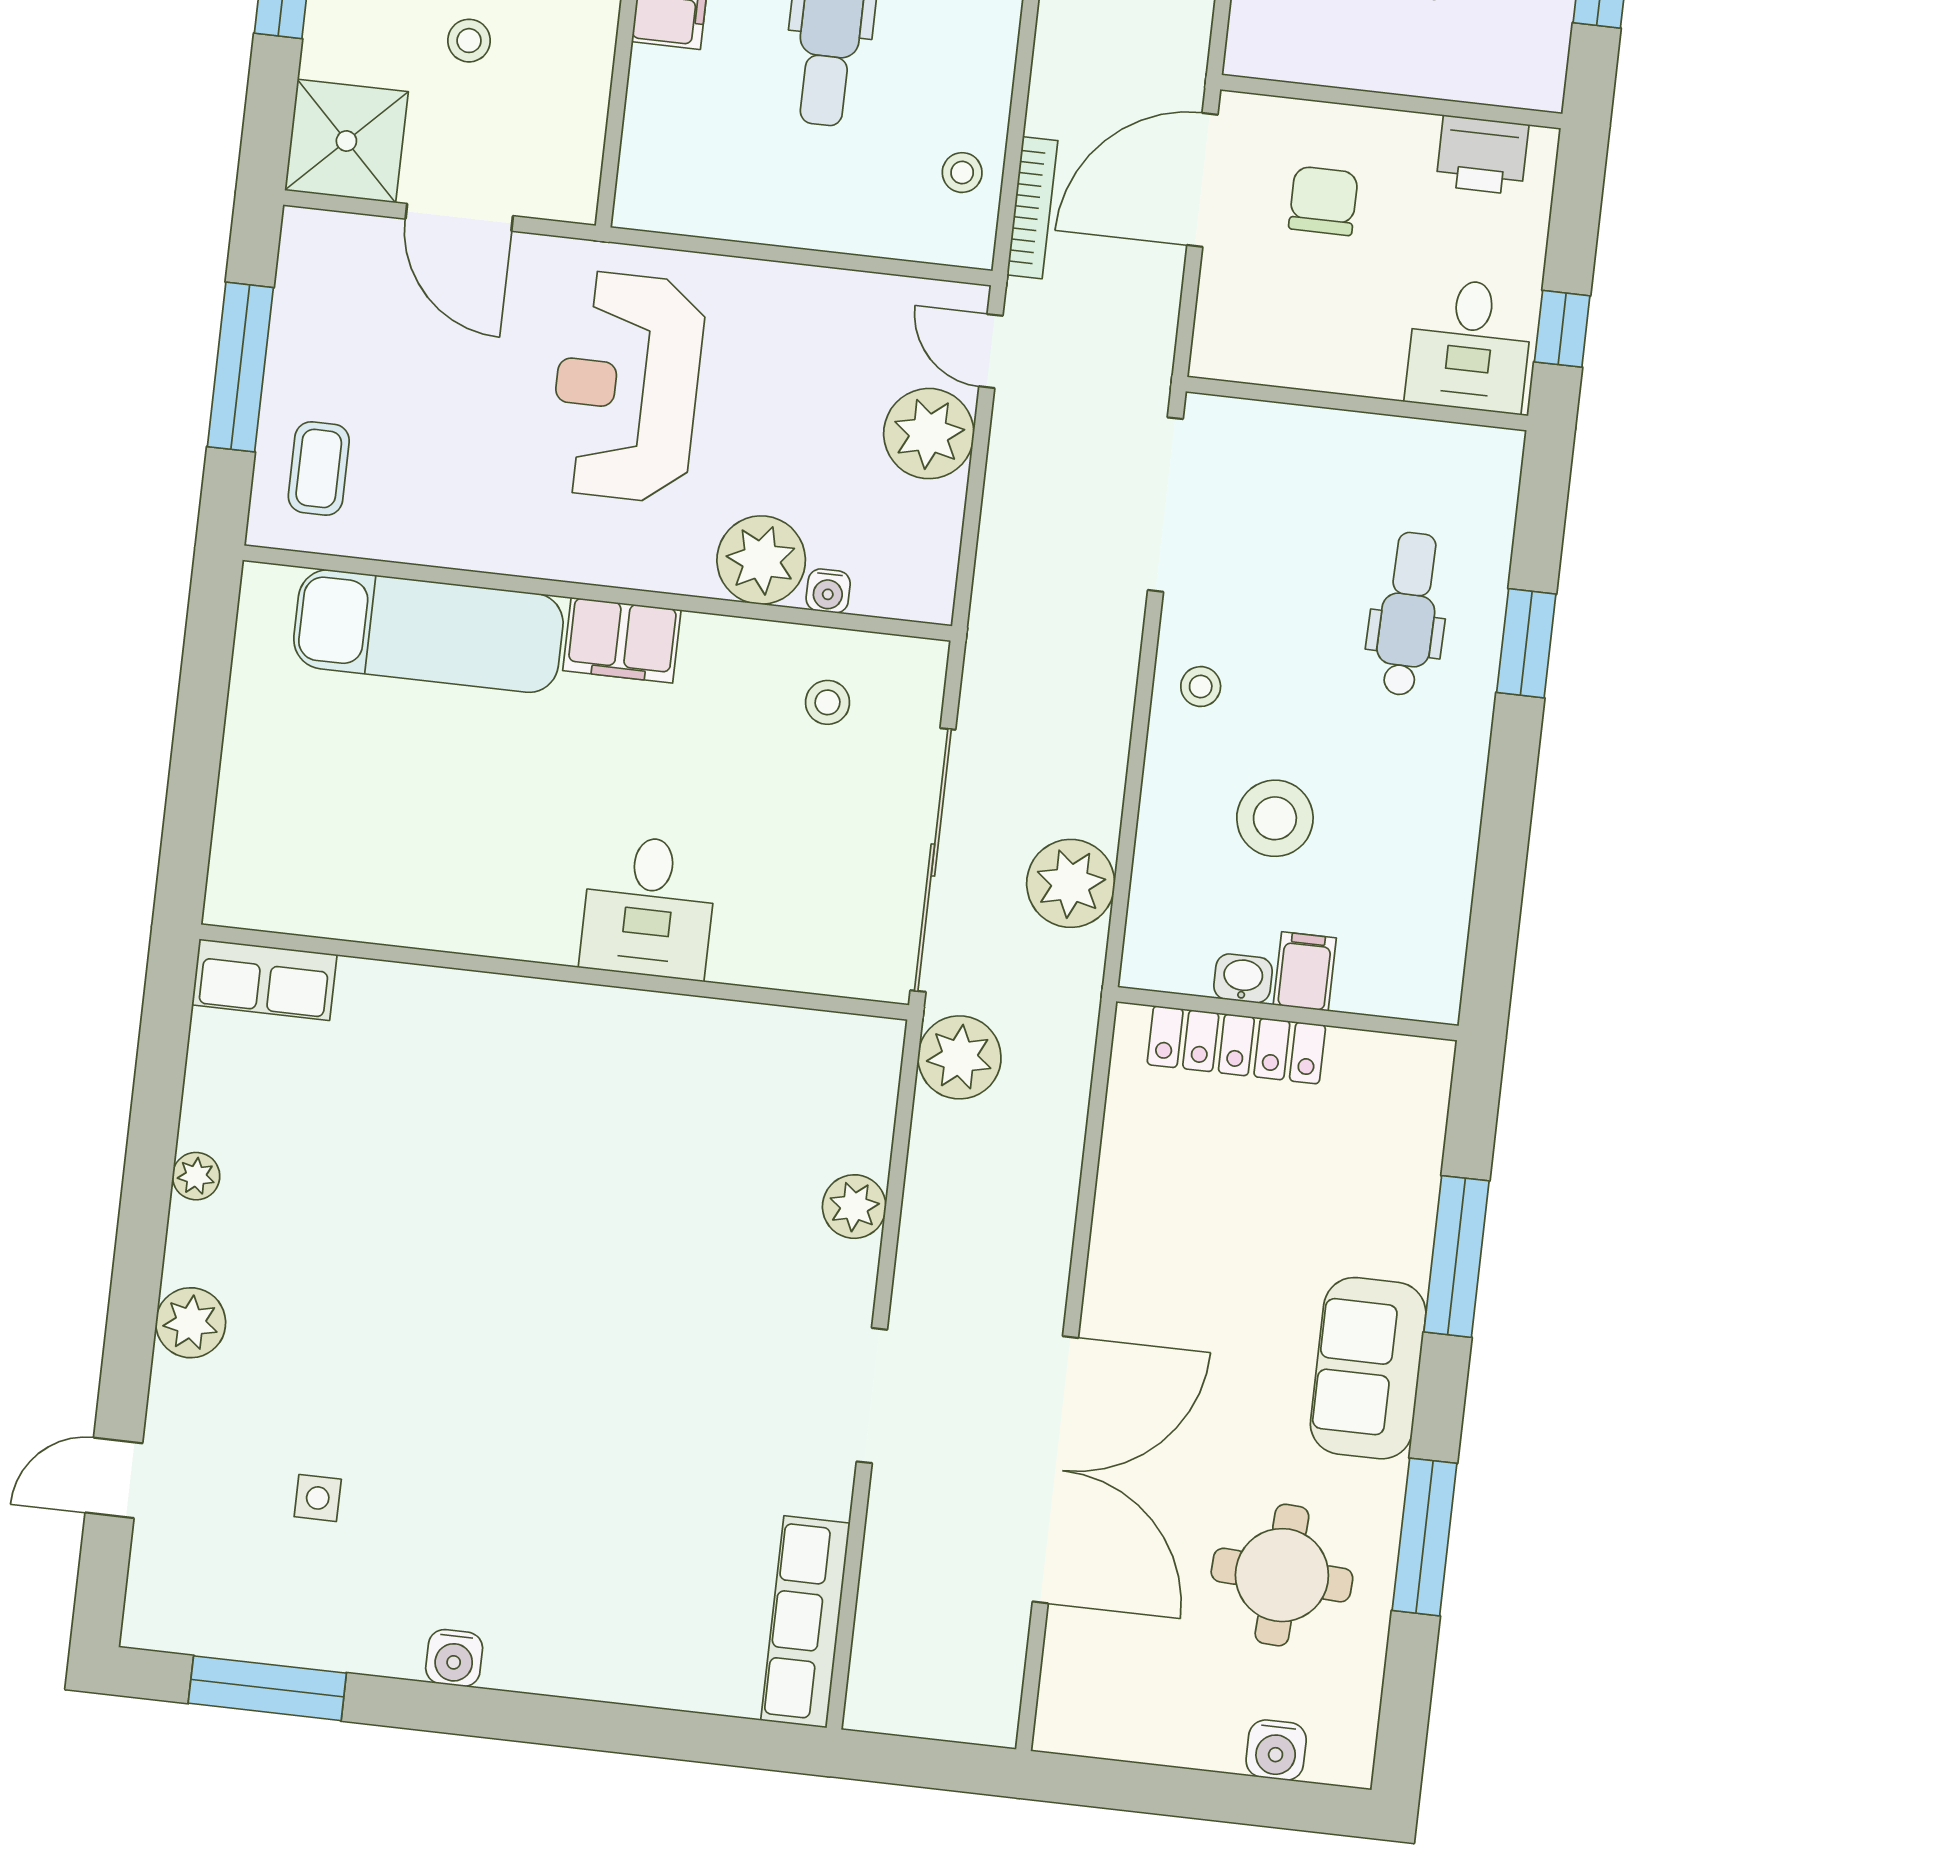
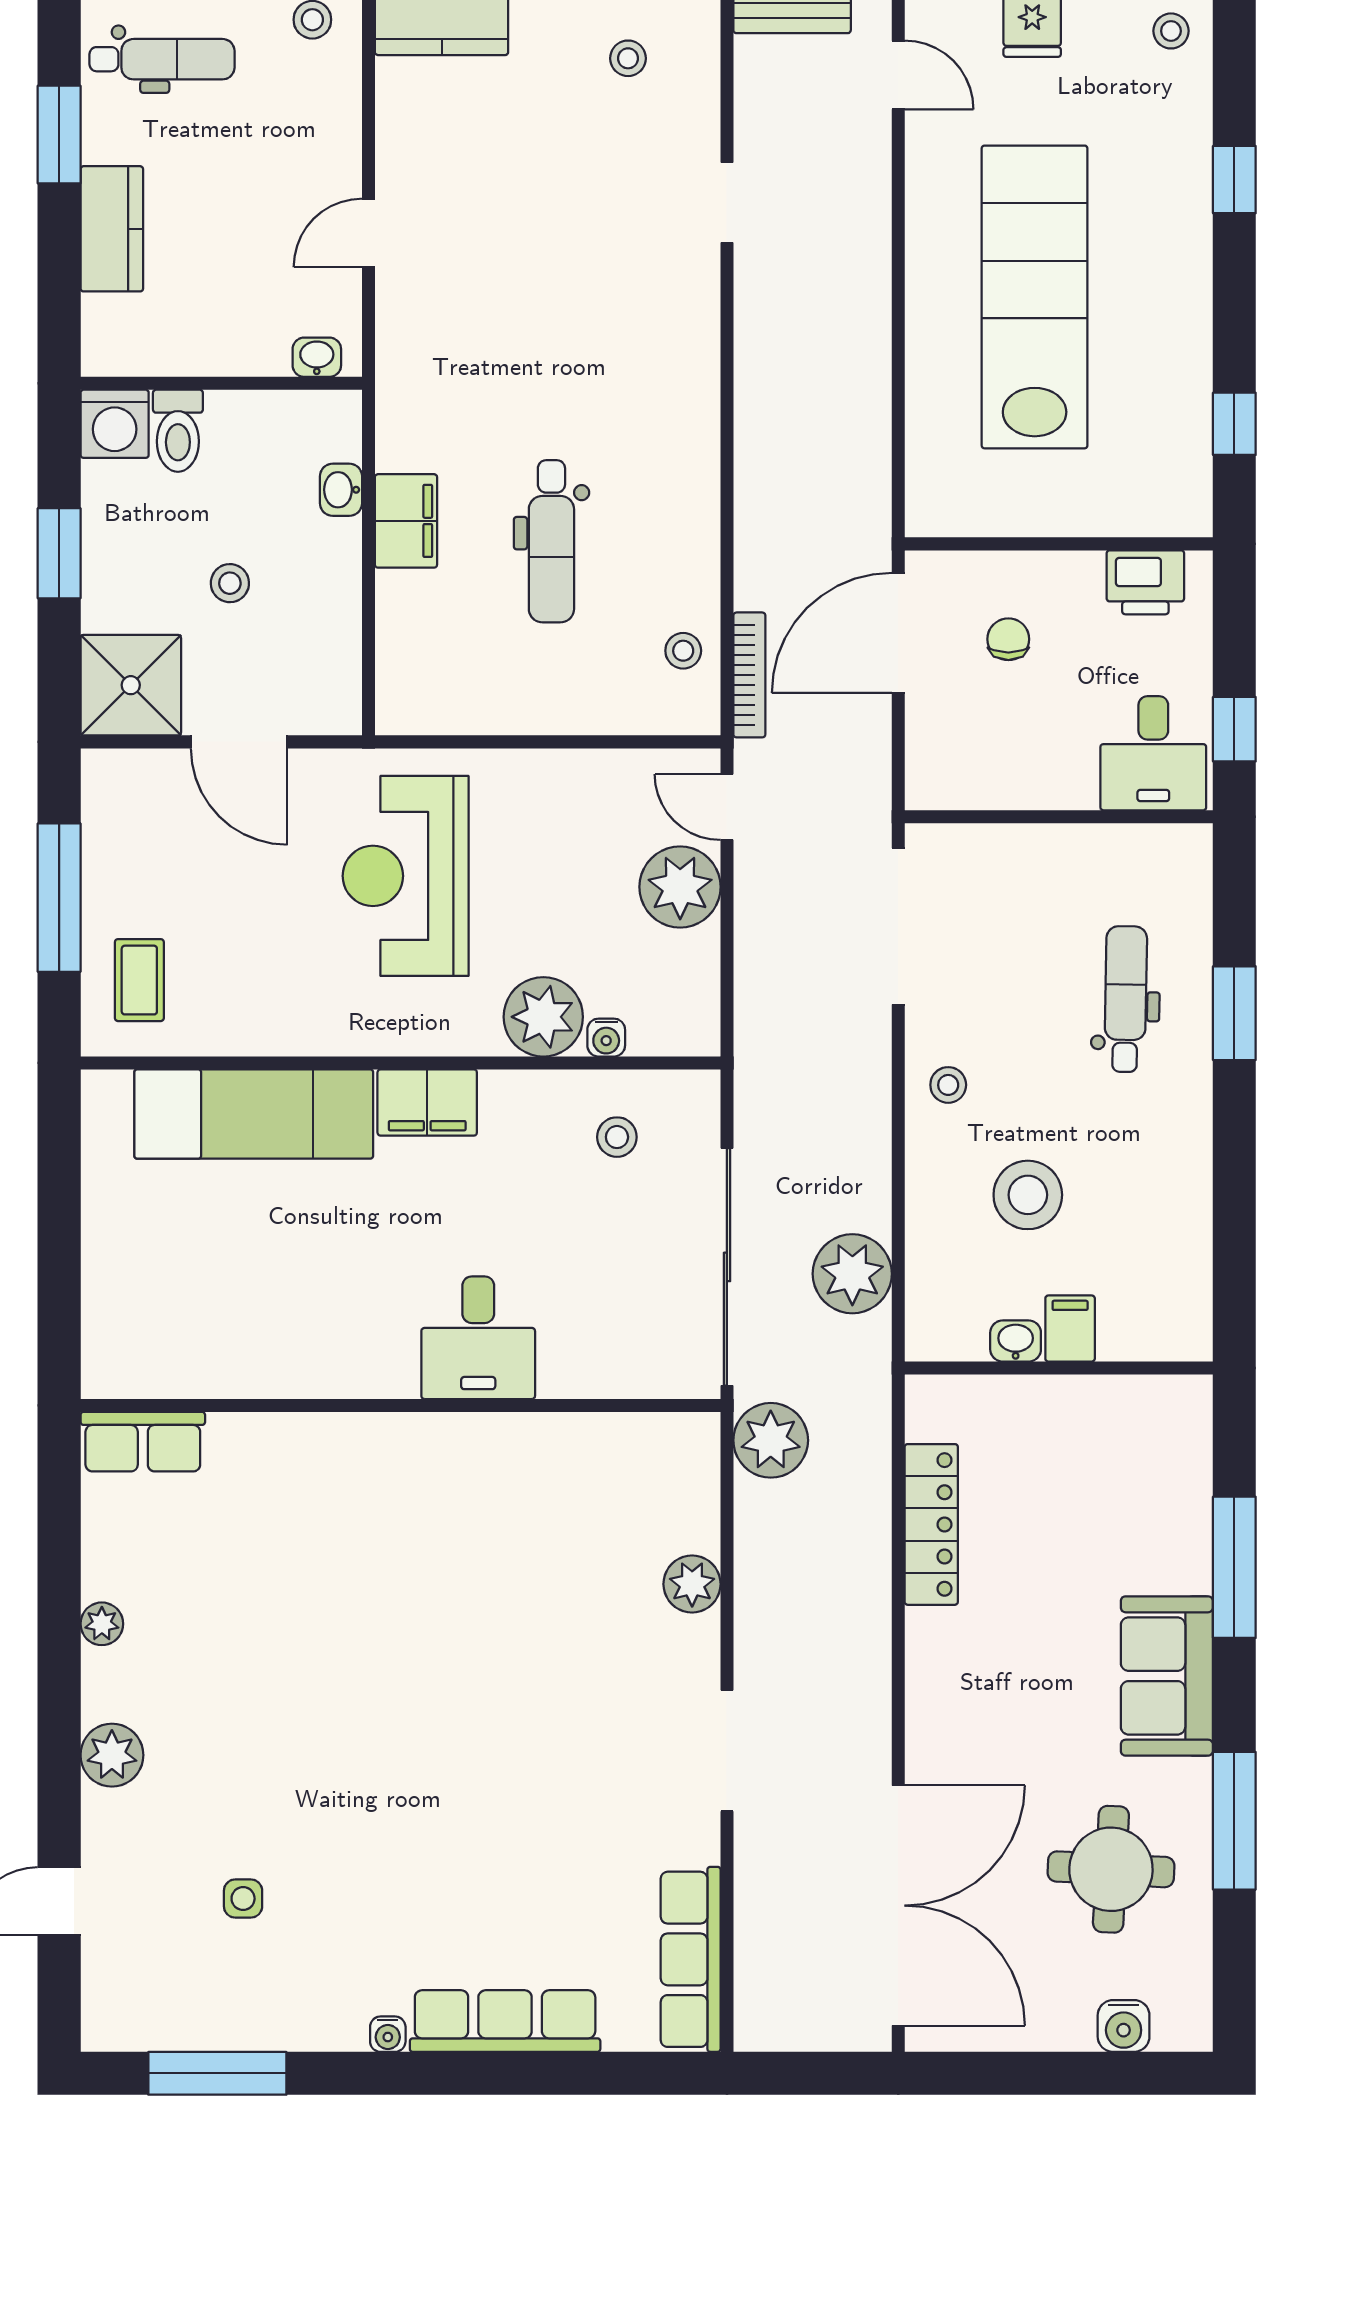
chair: (1323, 201) -> (1008, 639), width x0.73, depth x0.73
locker: (1236, 1045) -> (931, 1524), moved, turned -90
double door: (1055, 1470) -> (898, 1906), moved
water cooler: (454, 1658) -> (388, 2034), width x0.72, depth x0.72
row of seats: (592, 1667) -> (505, 2021), added

